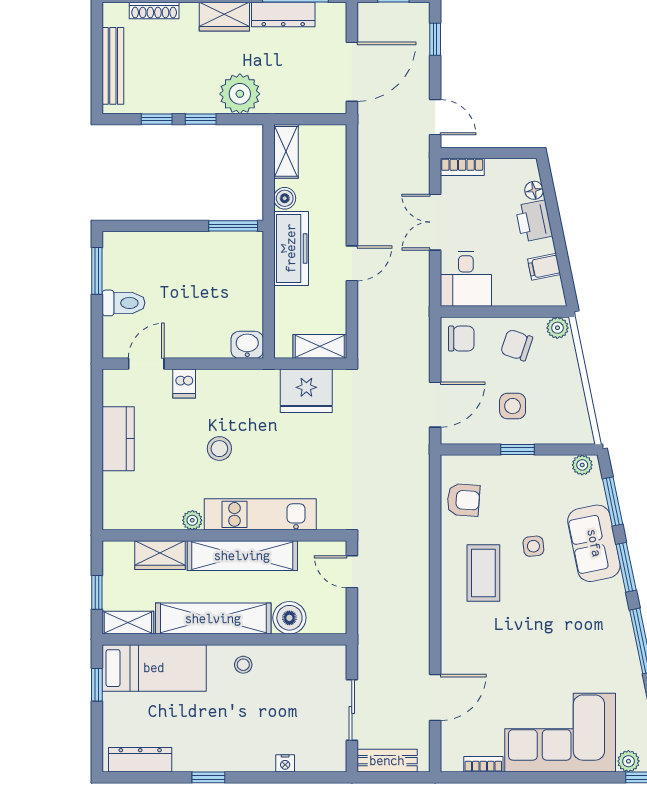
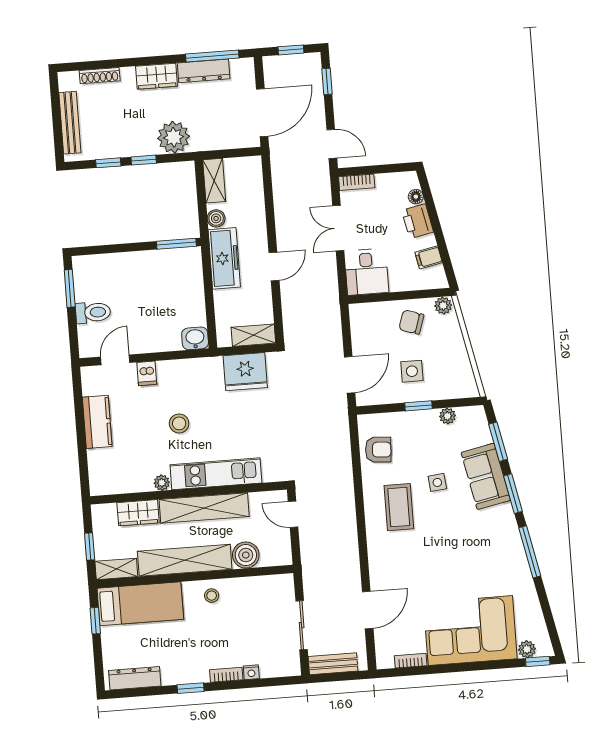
chair: (461, 339) -> (367, 320), removed
plant: (582, 465) -> (447, 416), moved
bookcase: (254, 764) -> (226, 675), added

